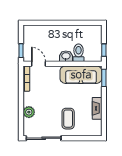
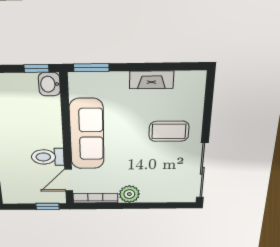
toilet: (79, 53) -> (48, 157), moved
washbasin: (66, 56) -> (49, 84), moved
sofa: (81, 75) -> (87, 134), moved
plant: (29, 112) -> (129, 194), moved

